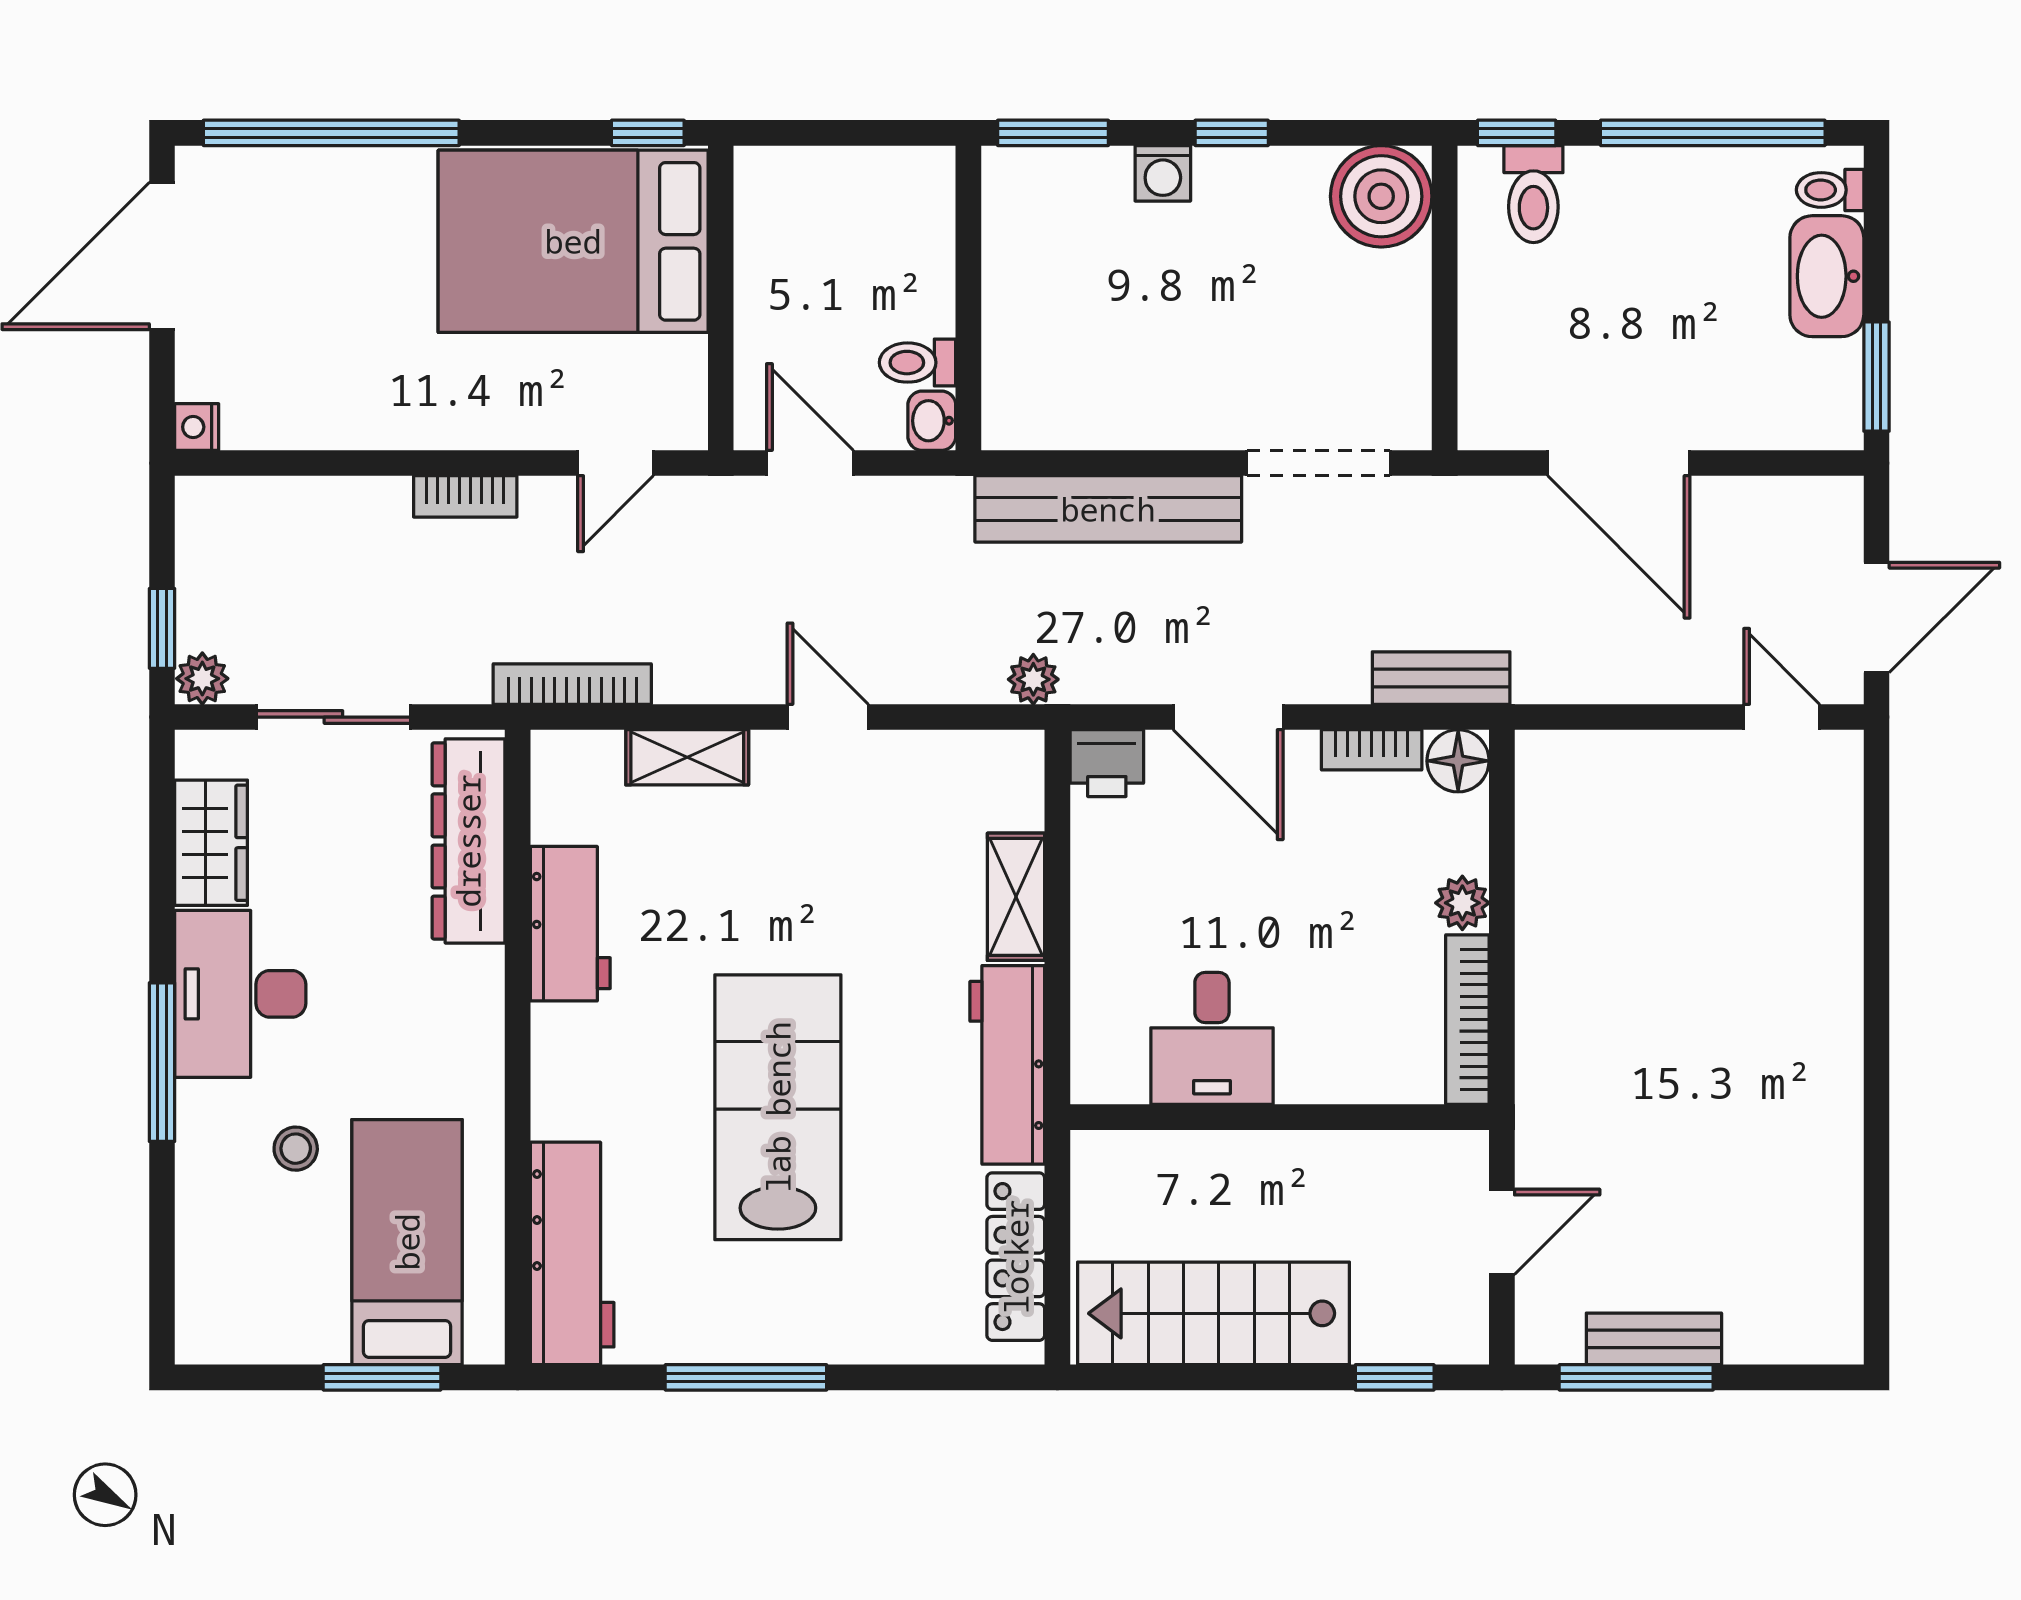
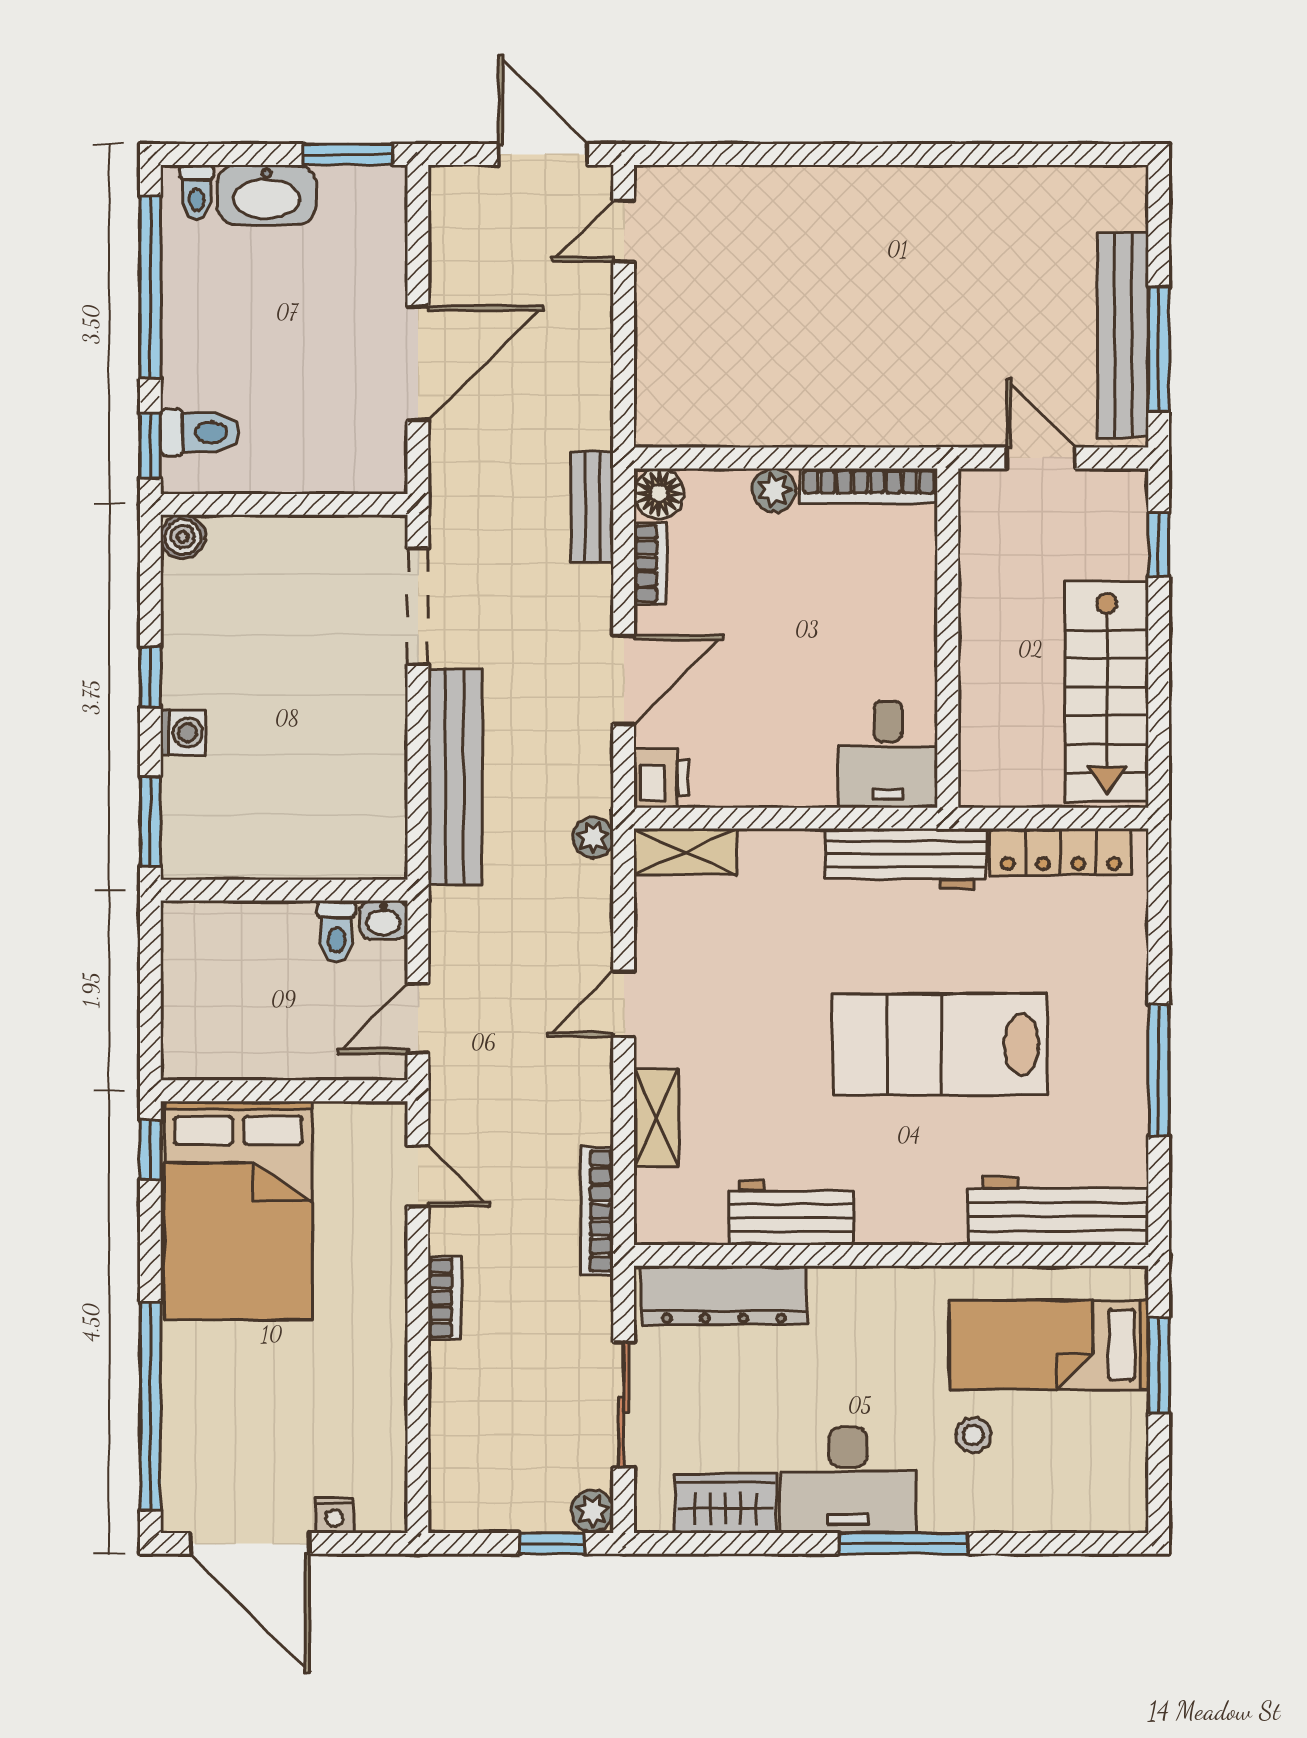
boiler: (1381, 196) -> (183, 537), width x0.54, depth x0.54
nightstand: (197, 427) -> (334, 1515), moved
shelving: (1016, 897) -> (686, 852), moved
desk: (1212, 1038) -> (888, 754), moved, turned 90
bench: (1654, 1339) -> (1123, 335), width x1.86, depth x1.21

